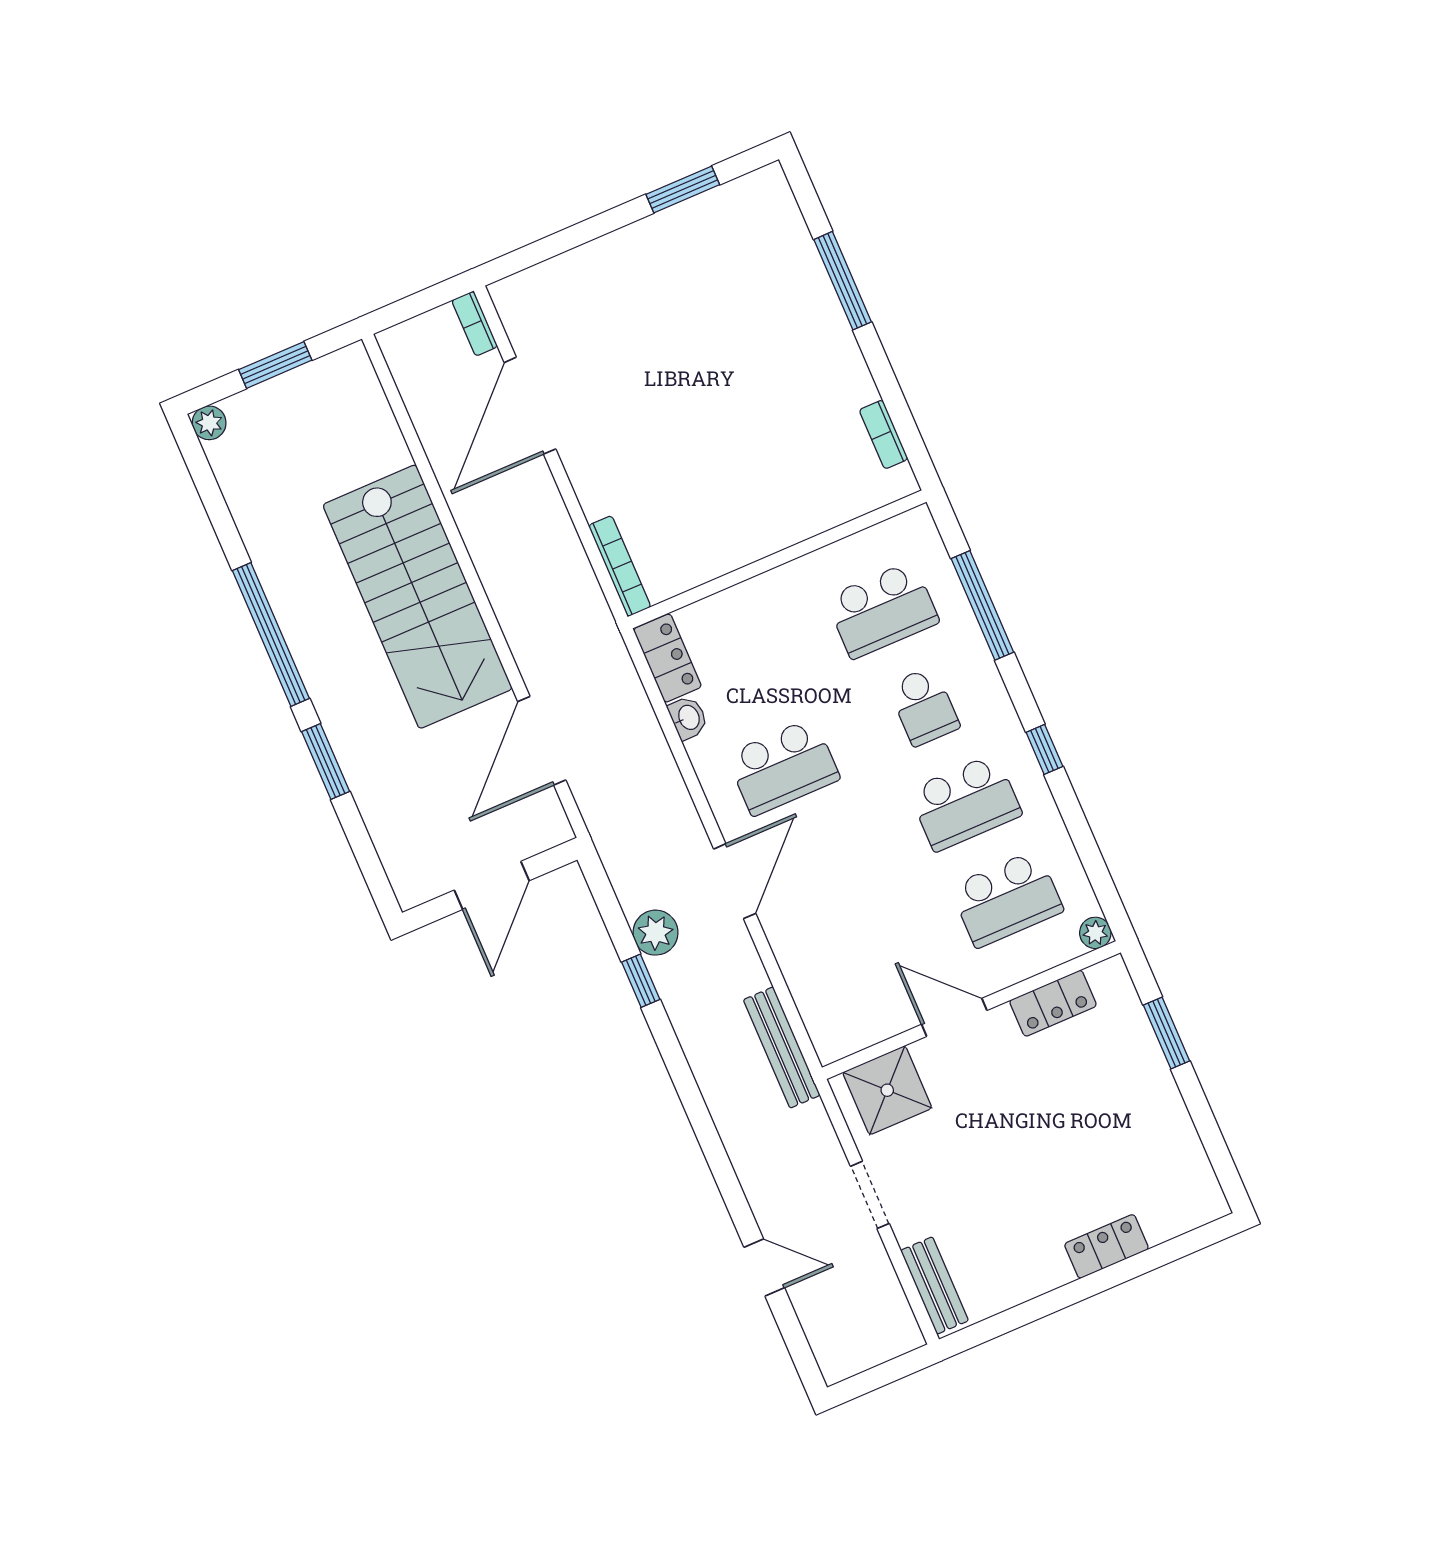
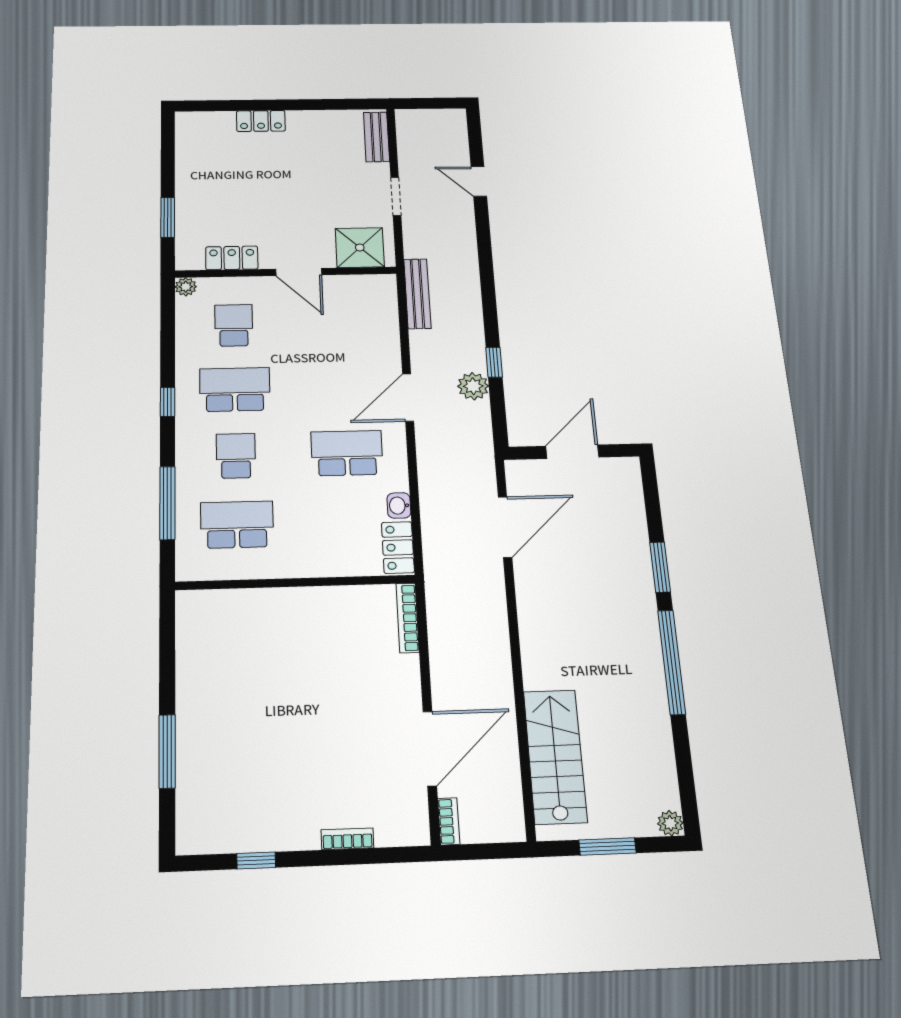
window: (683, 189) -> (256, 860), width x0.67
bookcase: (884, 434) -> (347, 839), moved, turned -90
stairs: (418, 597) -> (555, 756), moved, width x0.73, depth x0.66
school desk: (1007, 899) -> (234, 325), width x0.54

